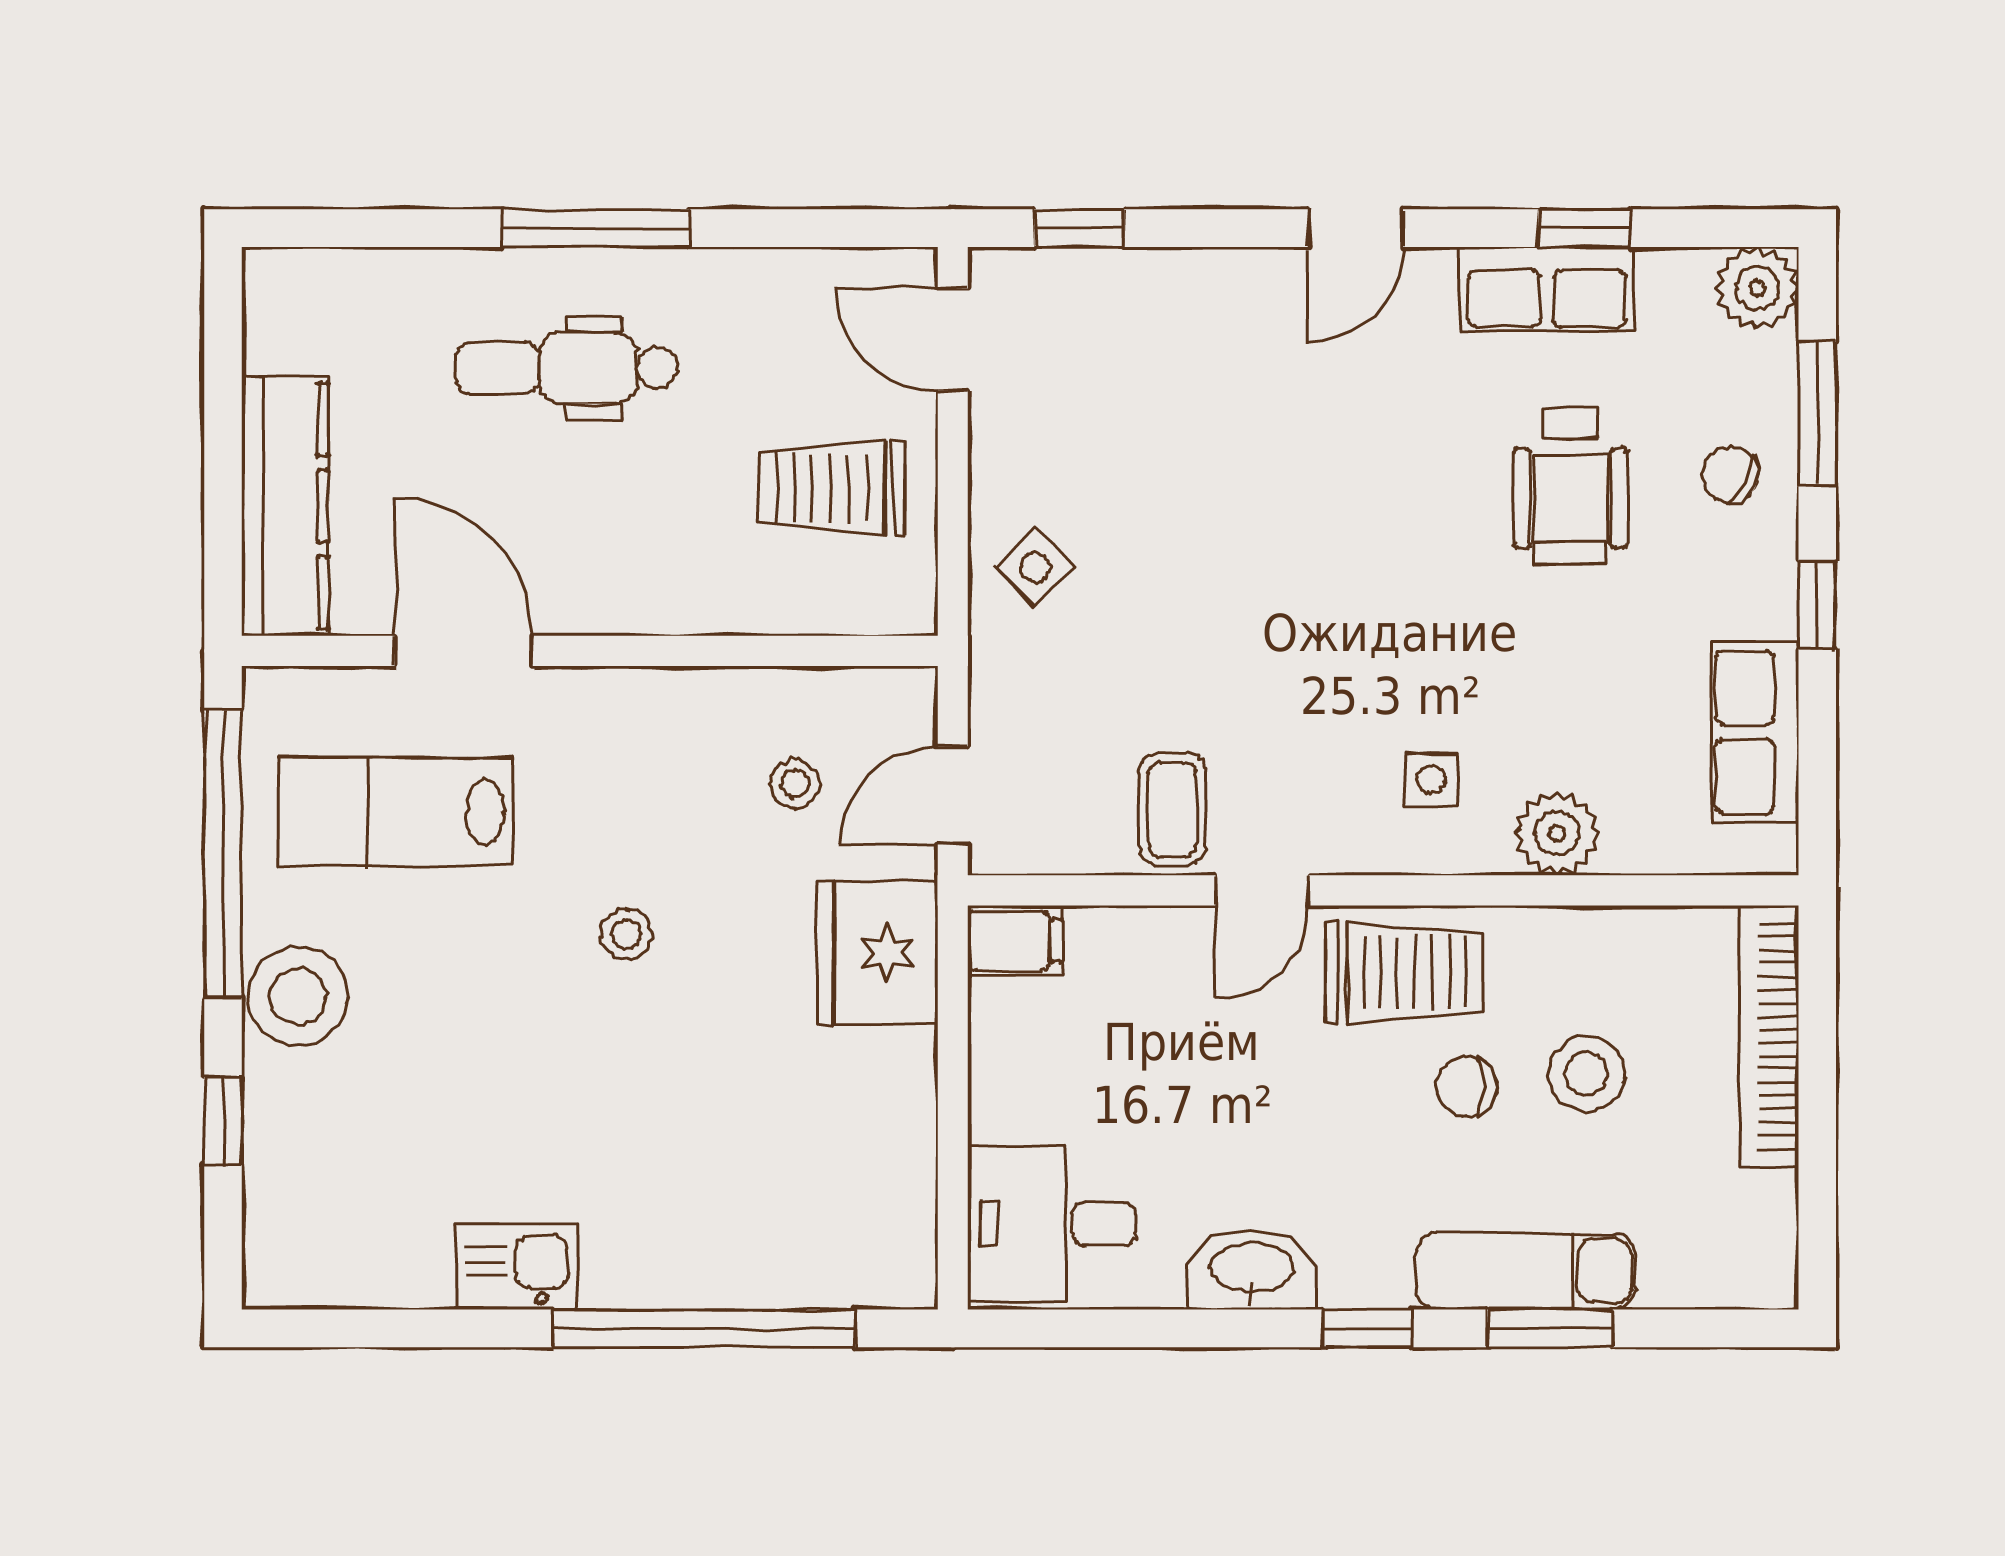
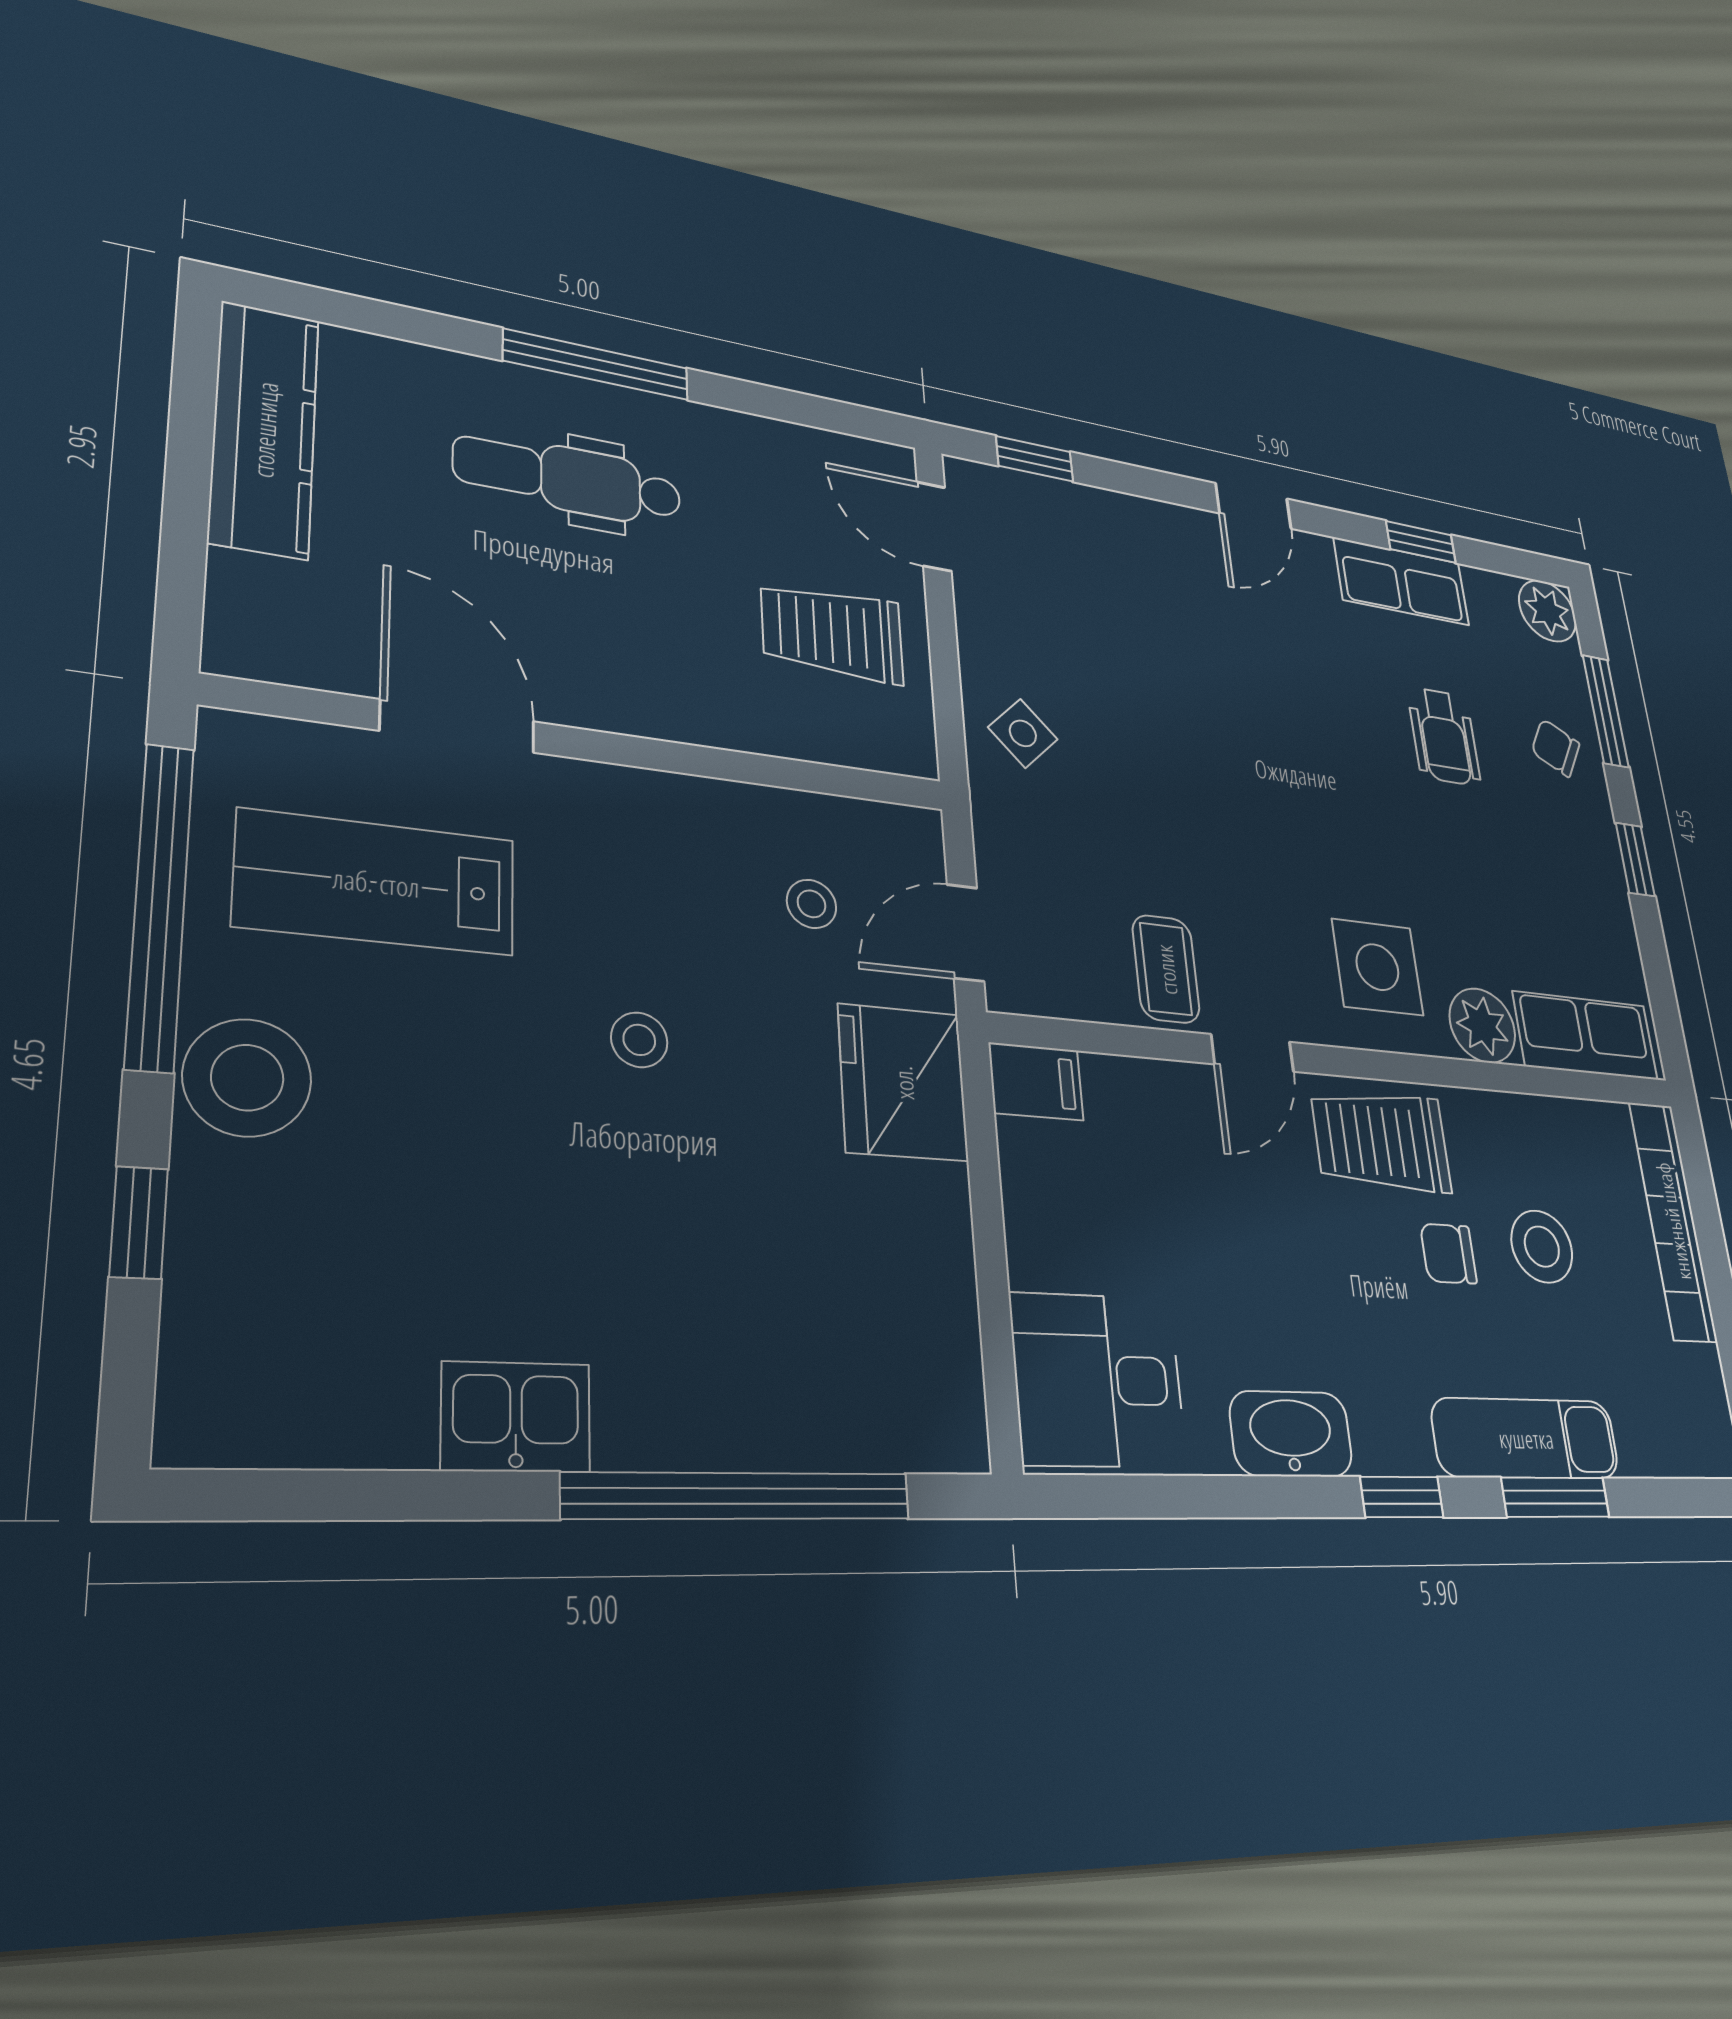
wheelchair: (1570, 486) -> (1444, 737), width x0.73, depth x0.73
kitchen counter: (285, 506) -> (264, 429), moved
row of seats: (1755, 732) -> (1585, 1036), moved, turned 90
side table: (1431, 780) -> (1377, 967), width x1.87, depth x1.87
trolley: (1404, 973) -> (1381, 1141), turned 180

